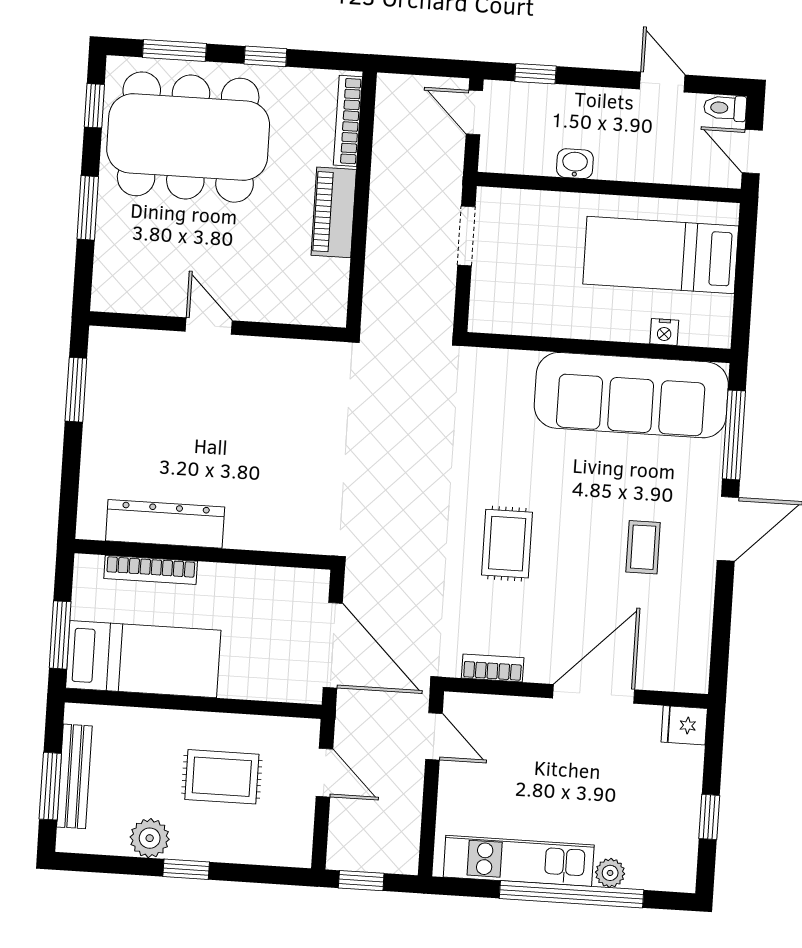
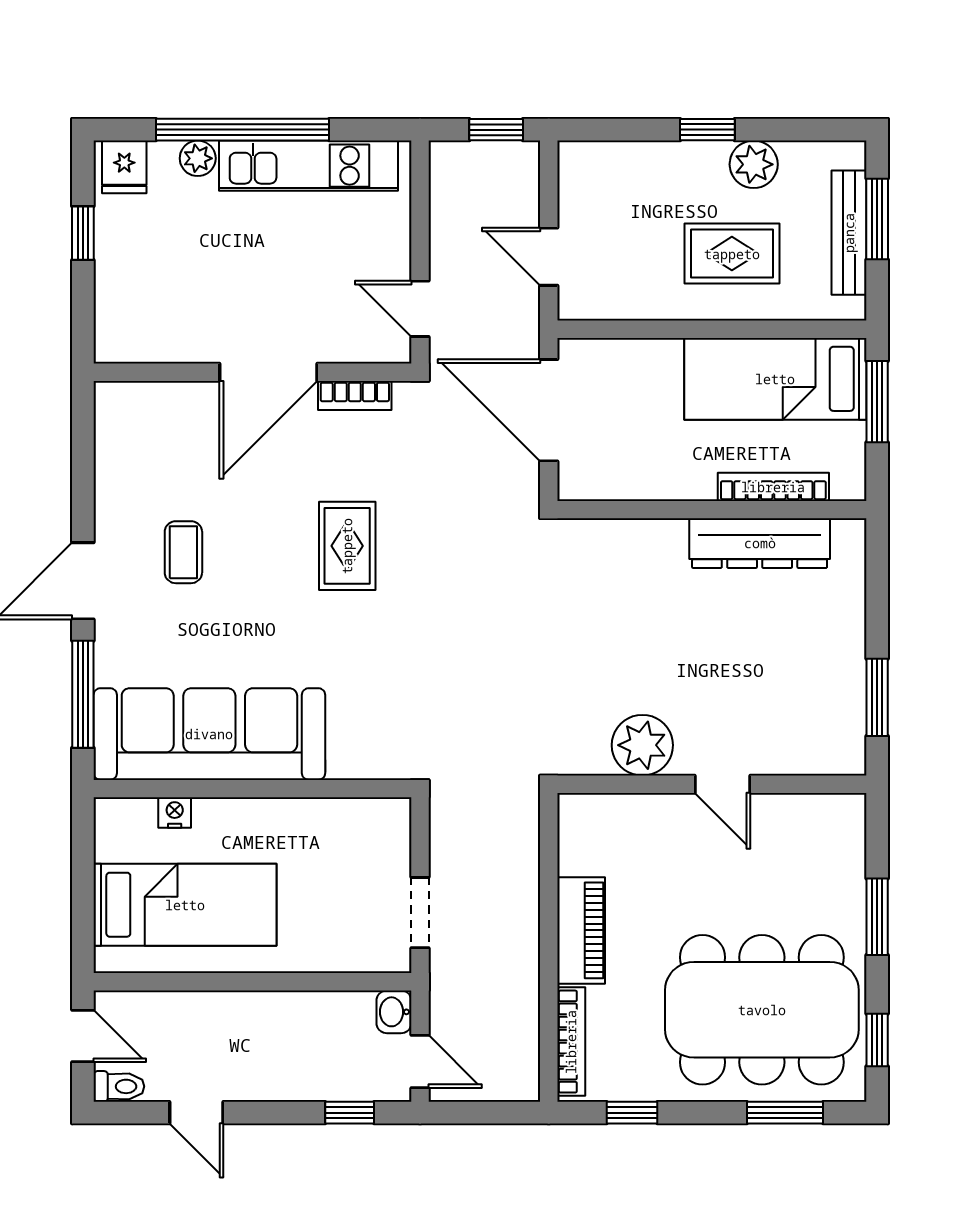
window: (265, 56) -> (632, 1113), moved
washbasin: (575, 164) -> (394, 1012), moved, turned 90
plant: (273, 363) -> (642, 745), added
door: (594, 694) -> (268, 372), moved
fridge: (684, 725) -> (124, 167), moved, turned 90
rug: (222, 777) -> (732, 254), moved

